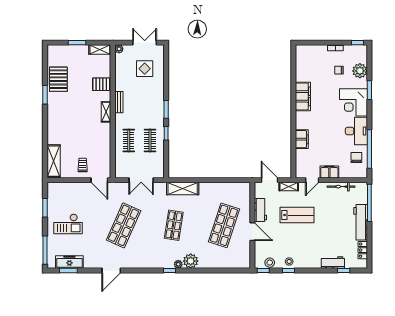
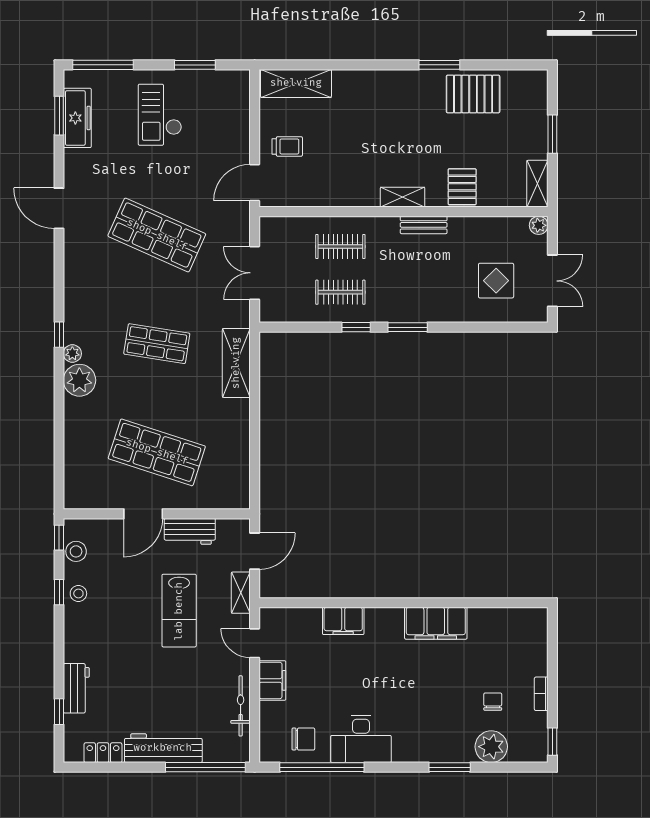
corner desk: (353, 102) -> (423, 733), removed

